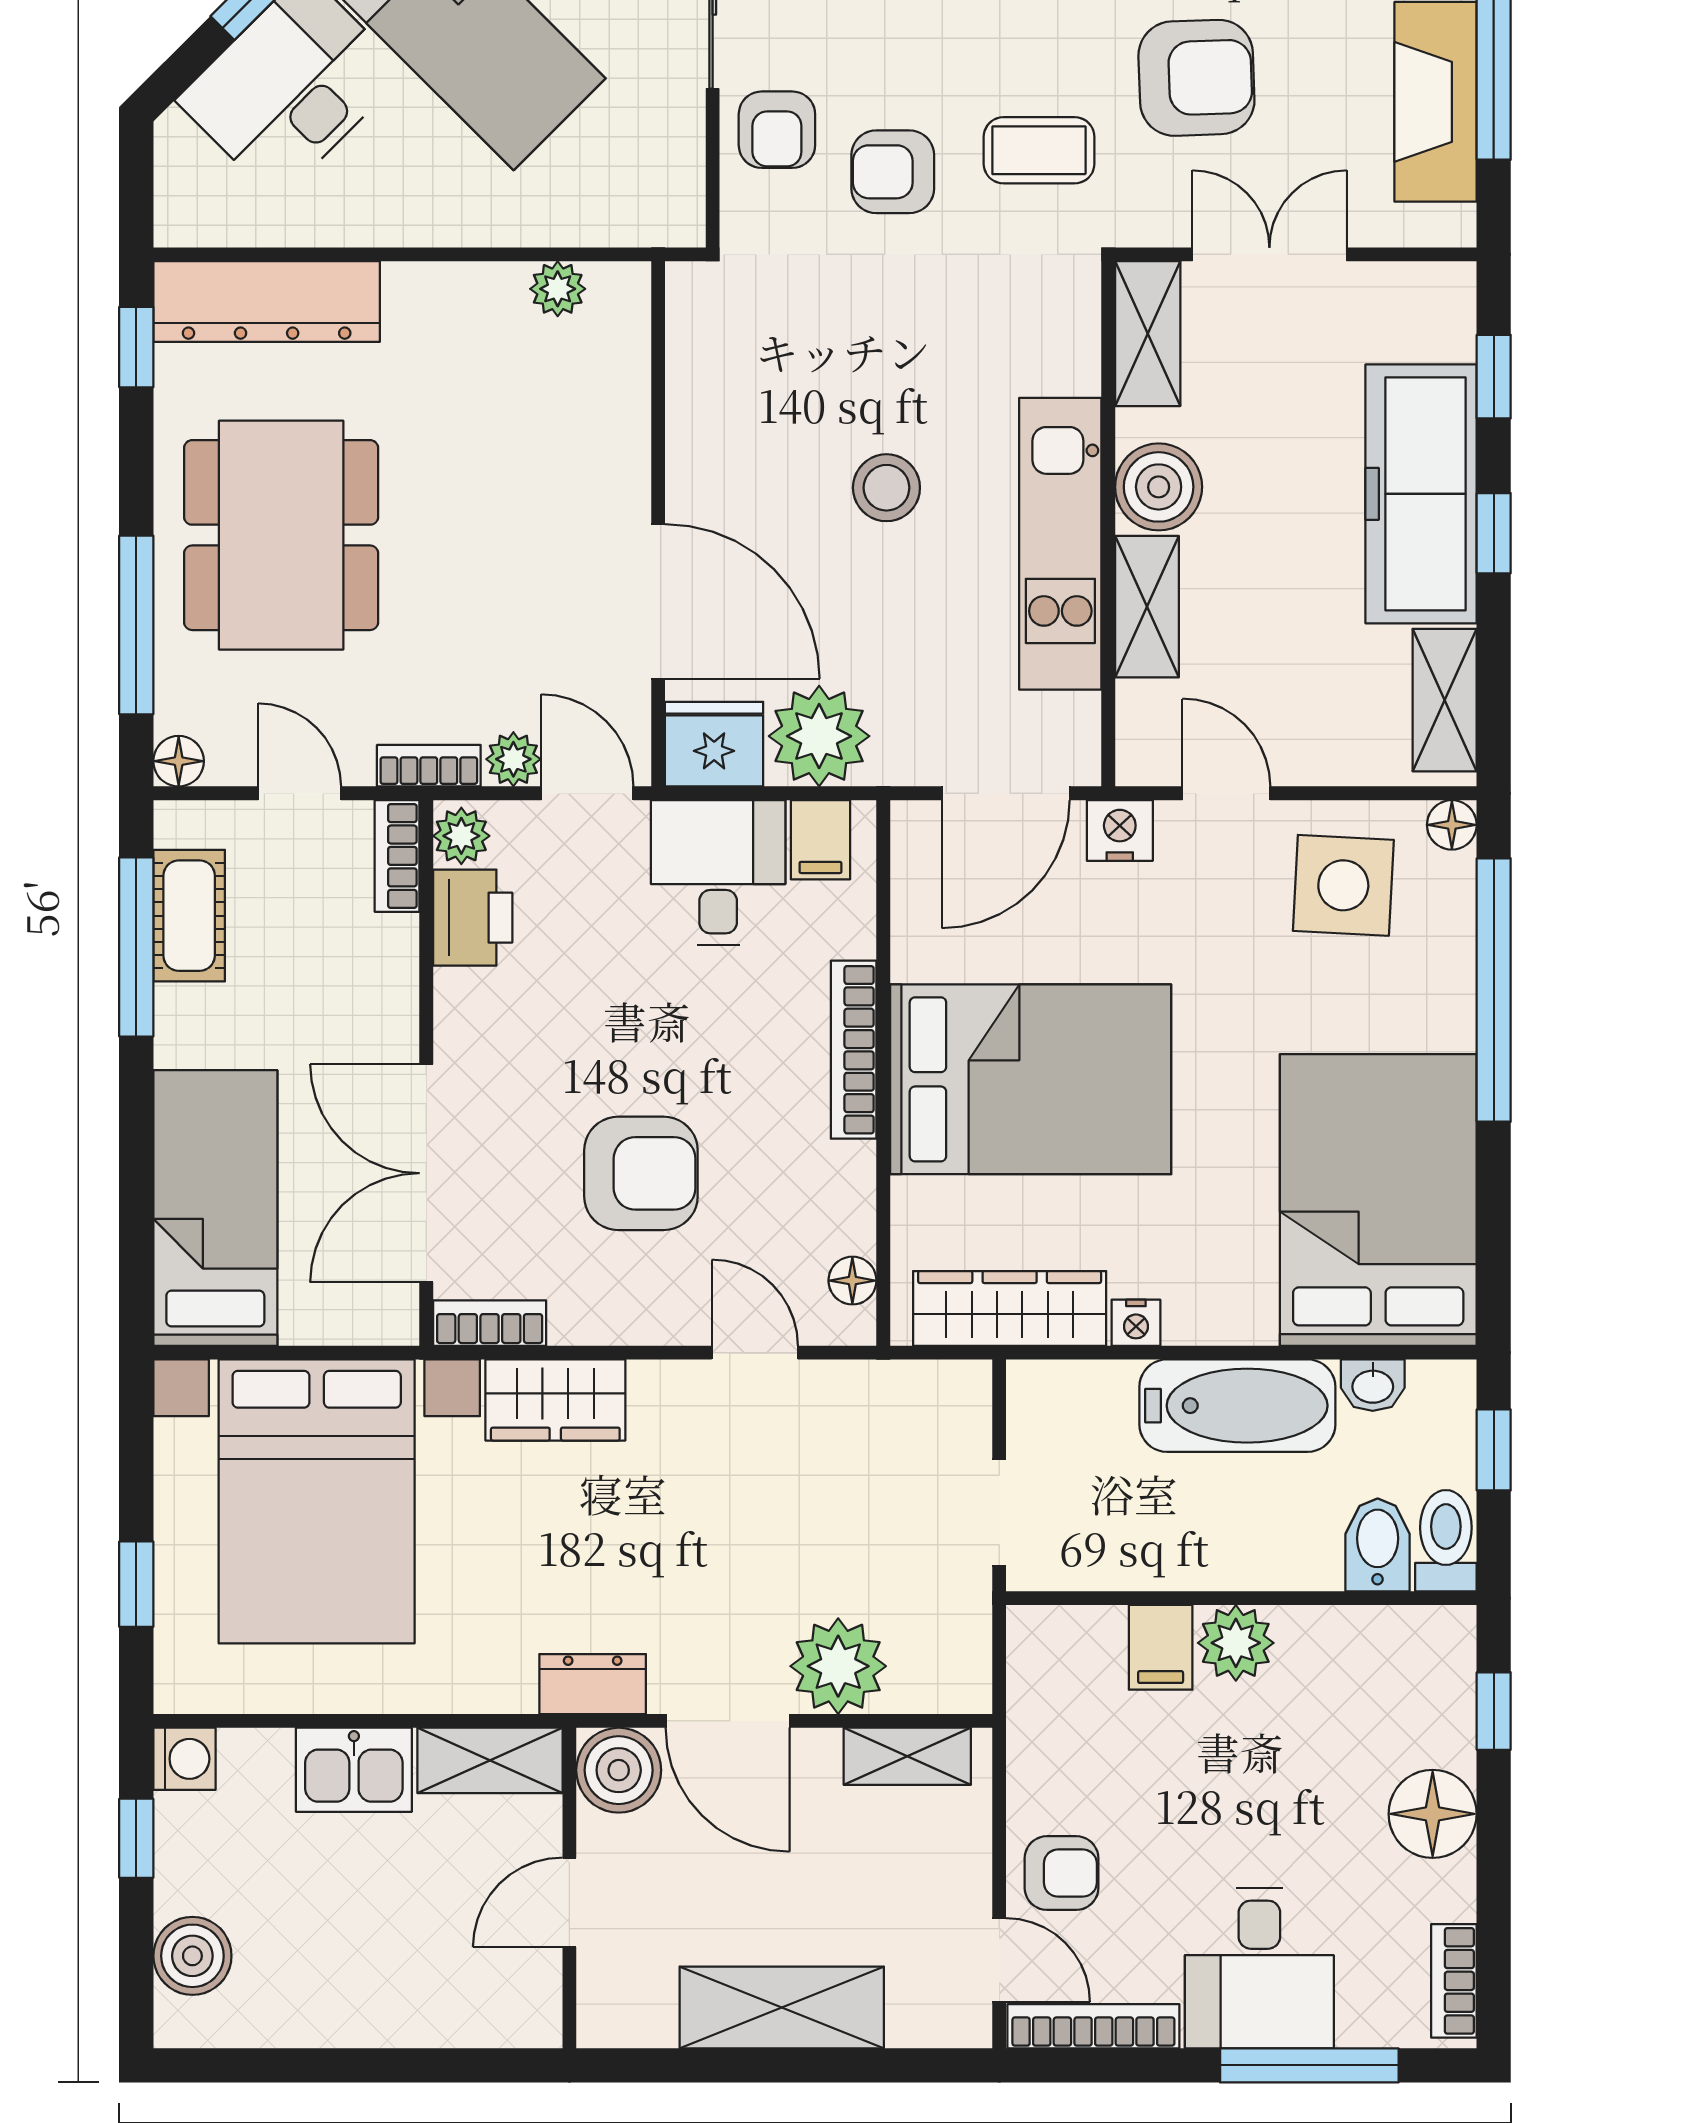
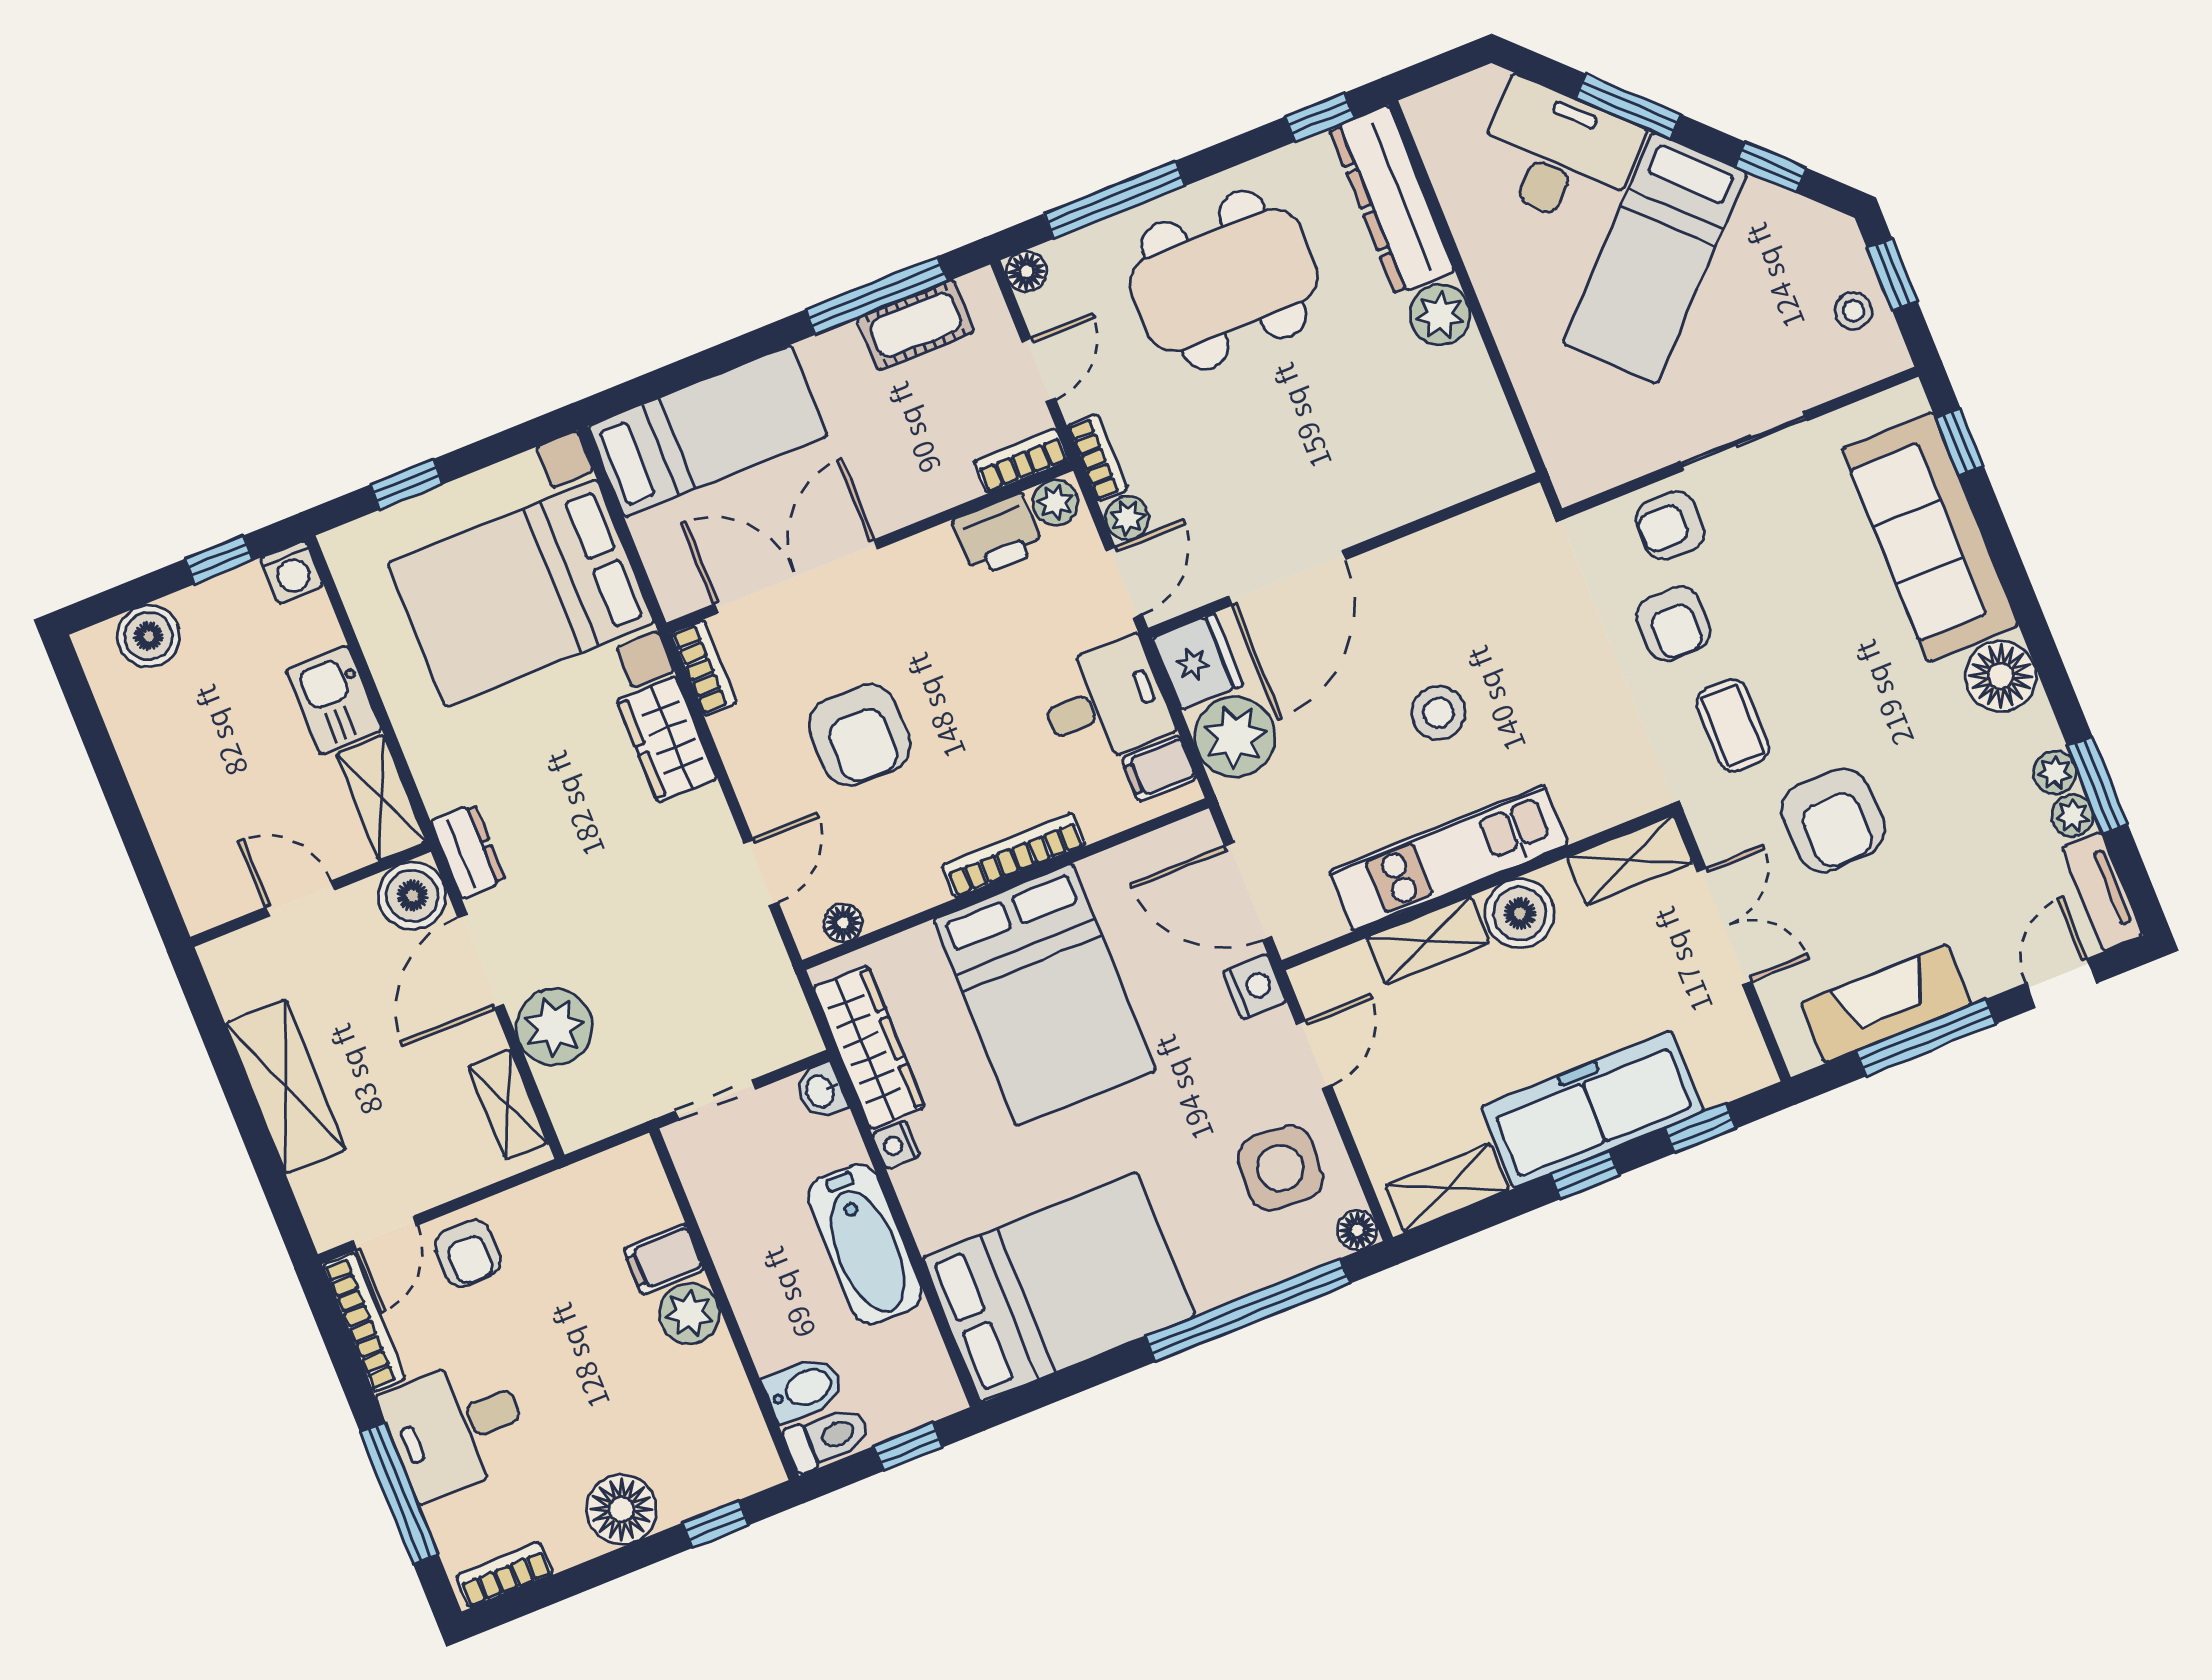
armchair: (893, 172) -> (1673, 624), turned 180
plant: (558, 289) -> (1440, 315), moved, width x1.38, depth x1.38
washbasin: (1373, 1385) -> (821, 1091), moved

